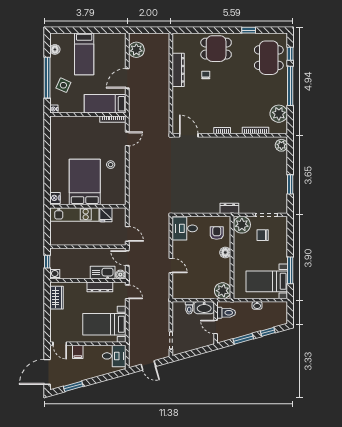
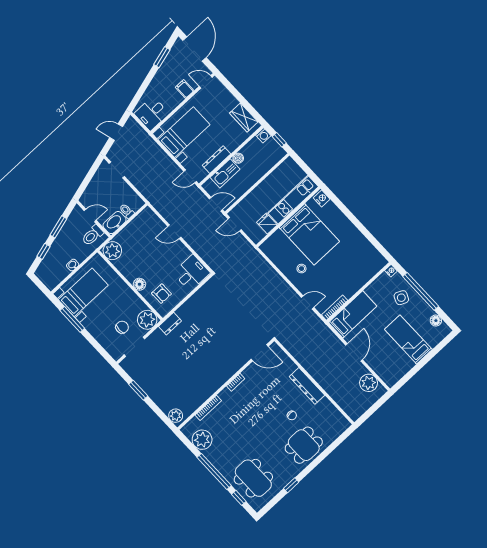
dresser: (178, 70) -> (307, 386), moved
door: (127, 139) -> (308, 302), swing flipped
boiler: (120, 275) -> (238, 158), moved

